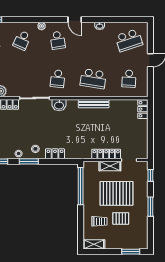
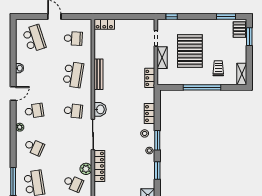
locker: (106, 154) -> (150, 78), moved, width x0.66
window: (81, 186) -> (202, 87), moved
window: (150, 207) -> (226, 17), moved
pallet: (121, 218) -> (239, 30), moved

